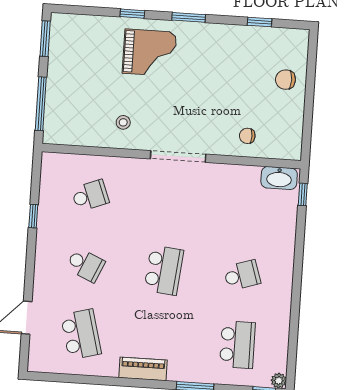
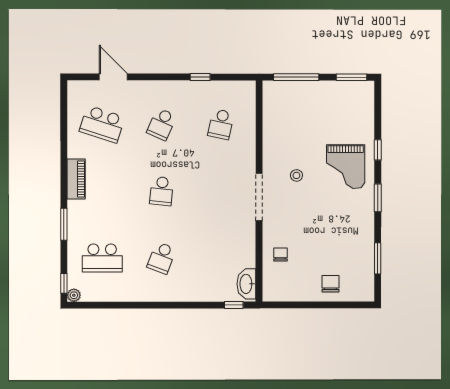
window: (259, 22) -> (378, 258), width x1.50
stool: (123, 122) -> (296, 175), moved
school desk: (90, 196) -> (221, 124), turned 33
school desk: (164, 270) -> (162, 191), width x0.54
school desk: (242, 275) -> (162, 258), turned 39
school desk: (81, 334) -> (102, 124), turned 33

